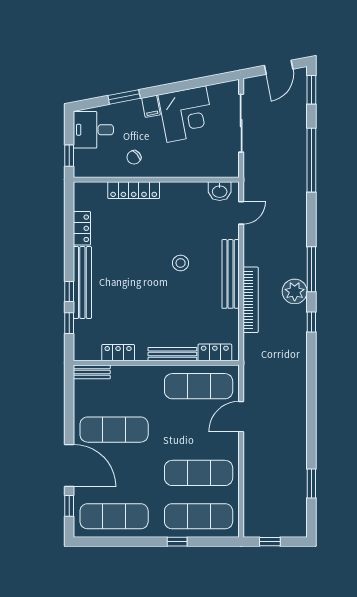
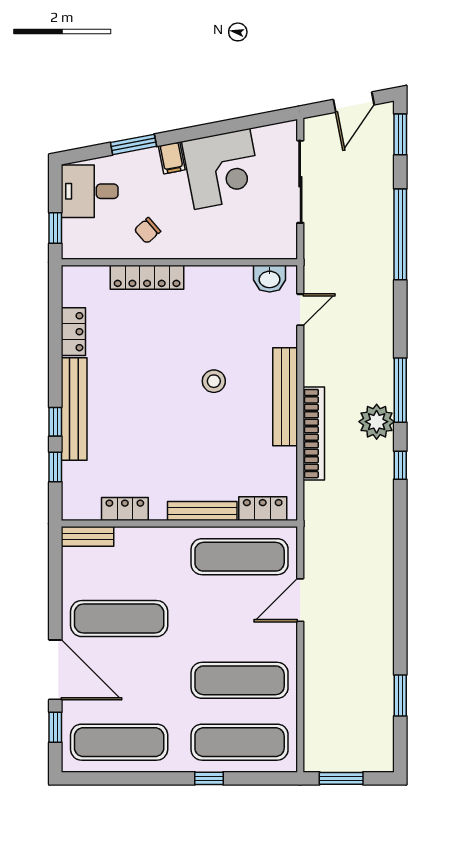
window: (270, 542) -> (341, 778), width x1.50

